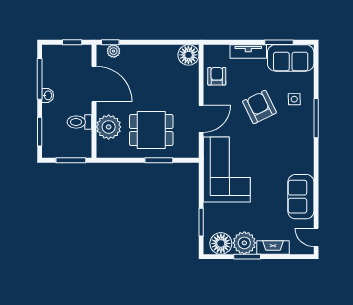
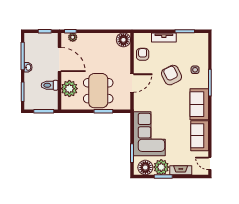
sofa: (291, 58) -> (199, 104), moved, turned 90
dining table: (151, 130) -> (98, 91), width x1.37
corner sofa: (227, 169) -> (149, 134), moved

